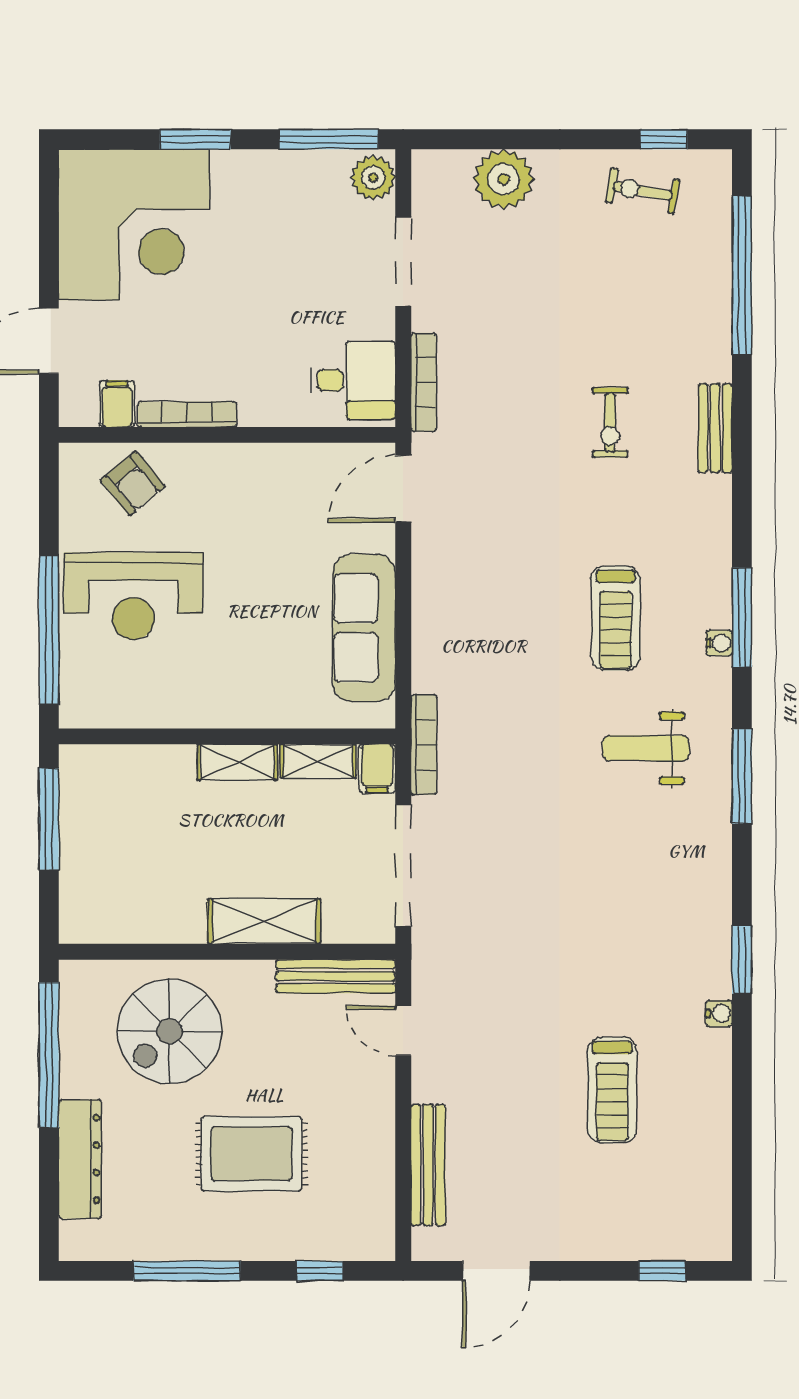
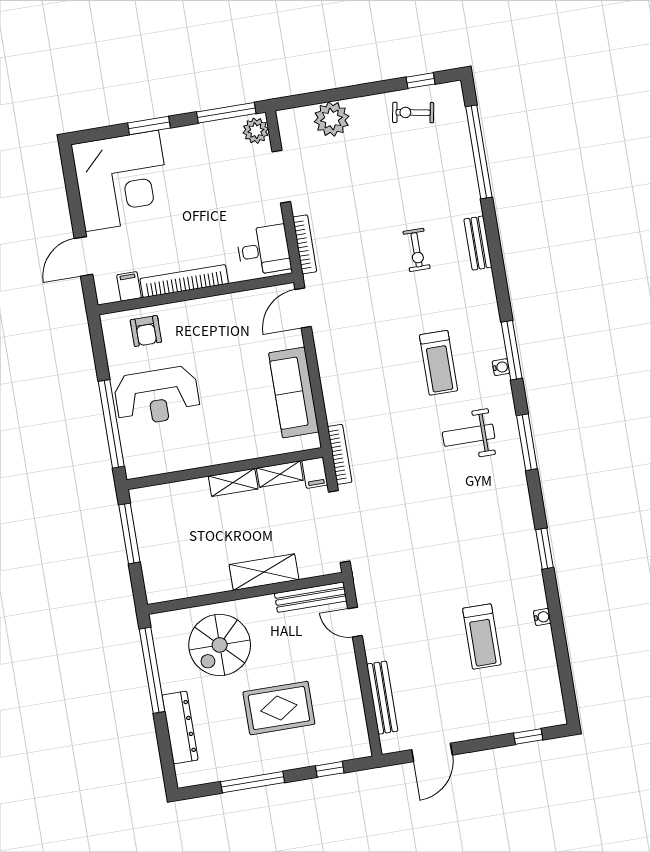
bookcase: (187, 414) -> (184, 281), width x1.48, depth x1.31
armchair: (133, 483) -> (146, 331), turned 40
water cooler: (719, 1013) -> (542, 617), moved

